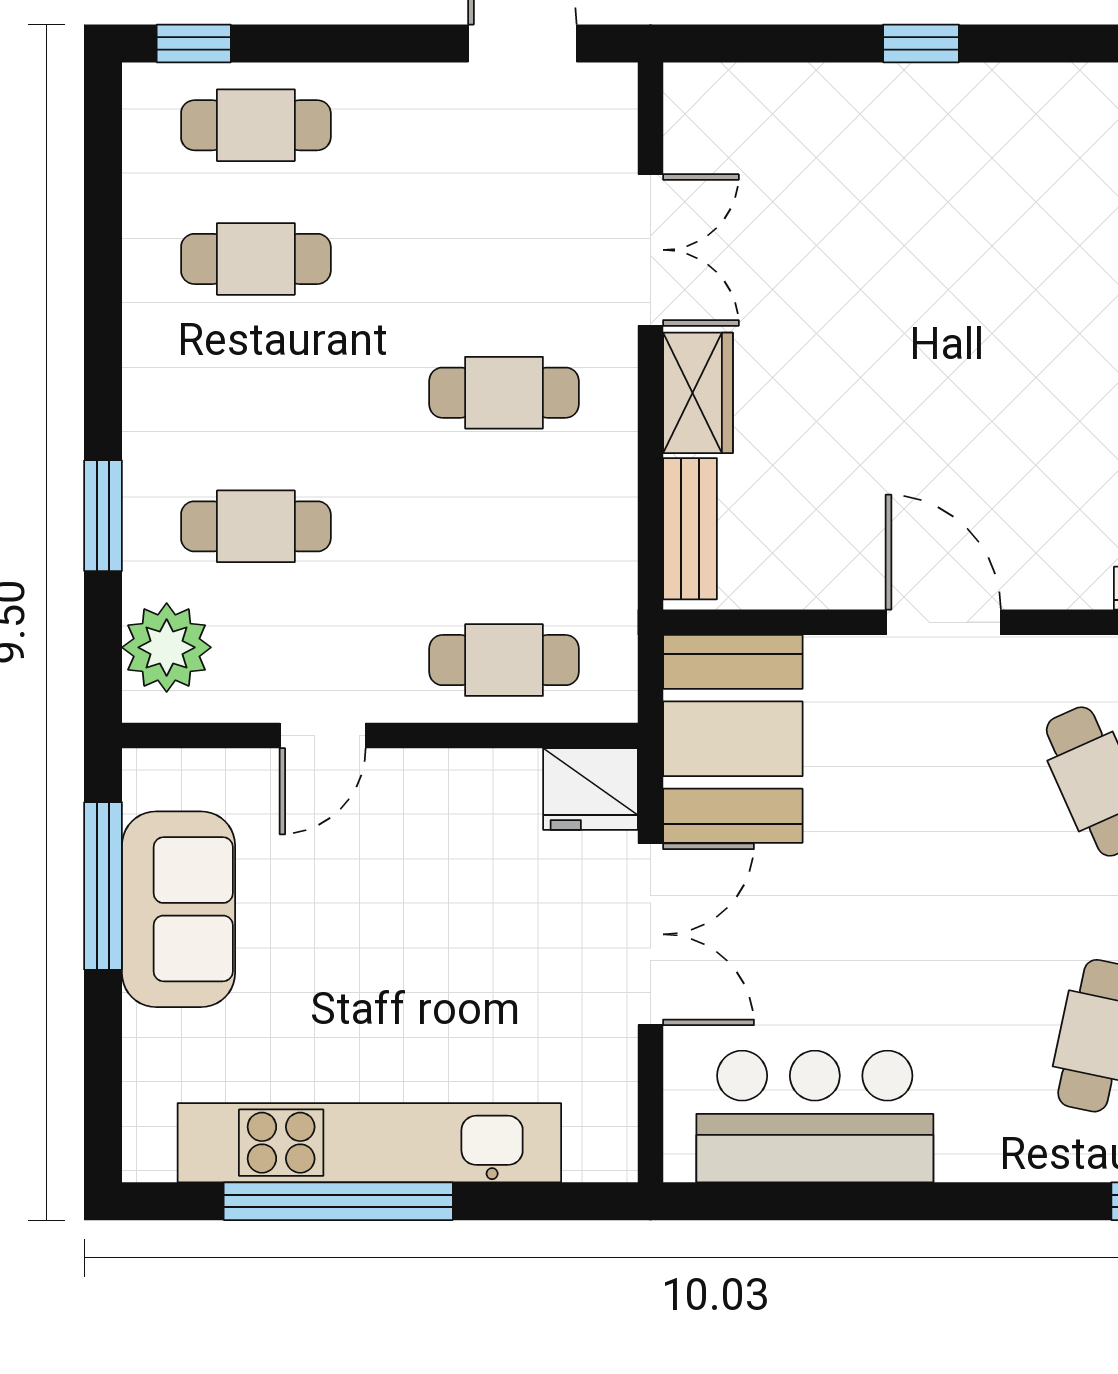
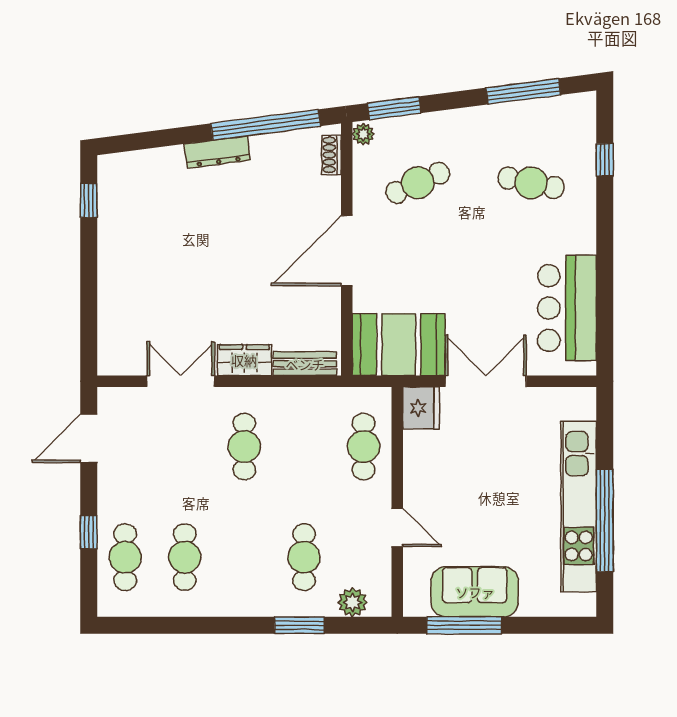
window: (194, 43) -> (89, 532), moved
window: (921, 43) -> (89, 200), moved
door: (943, 622) -> (347, 251), width x1.36
plant: (167, 647) -> (353, 602), width x0.73, depth x0.73

